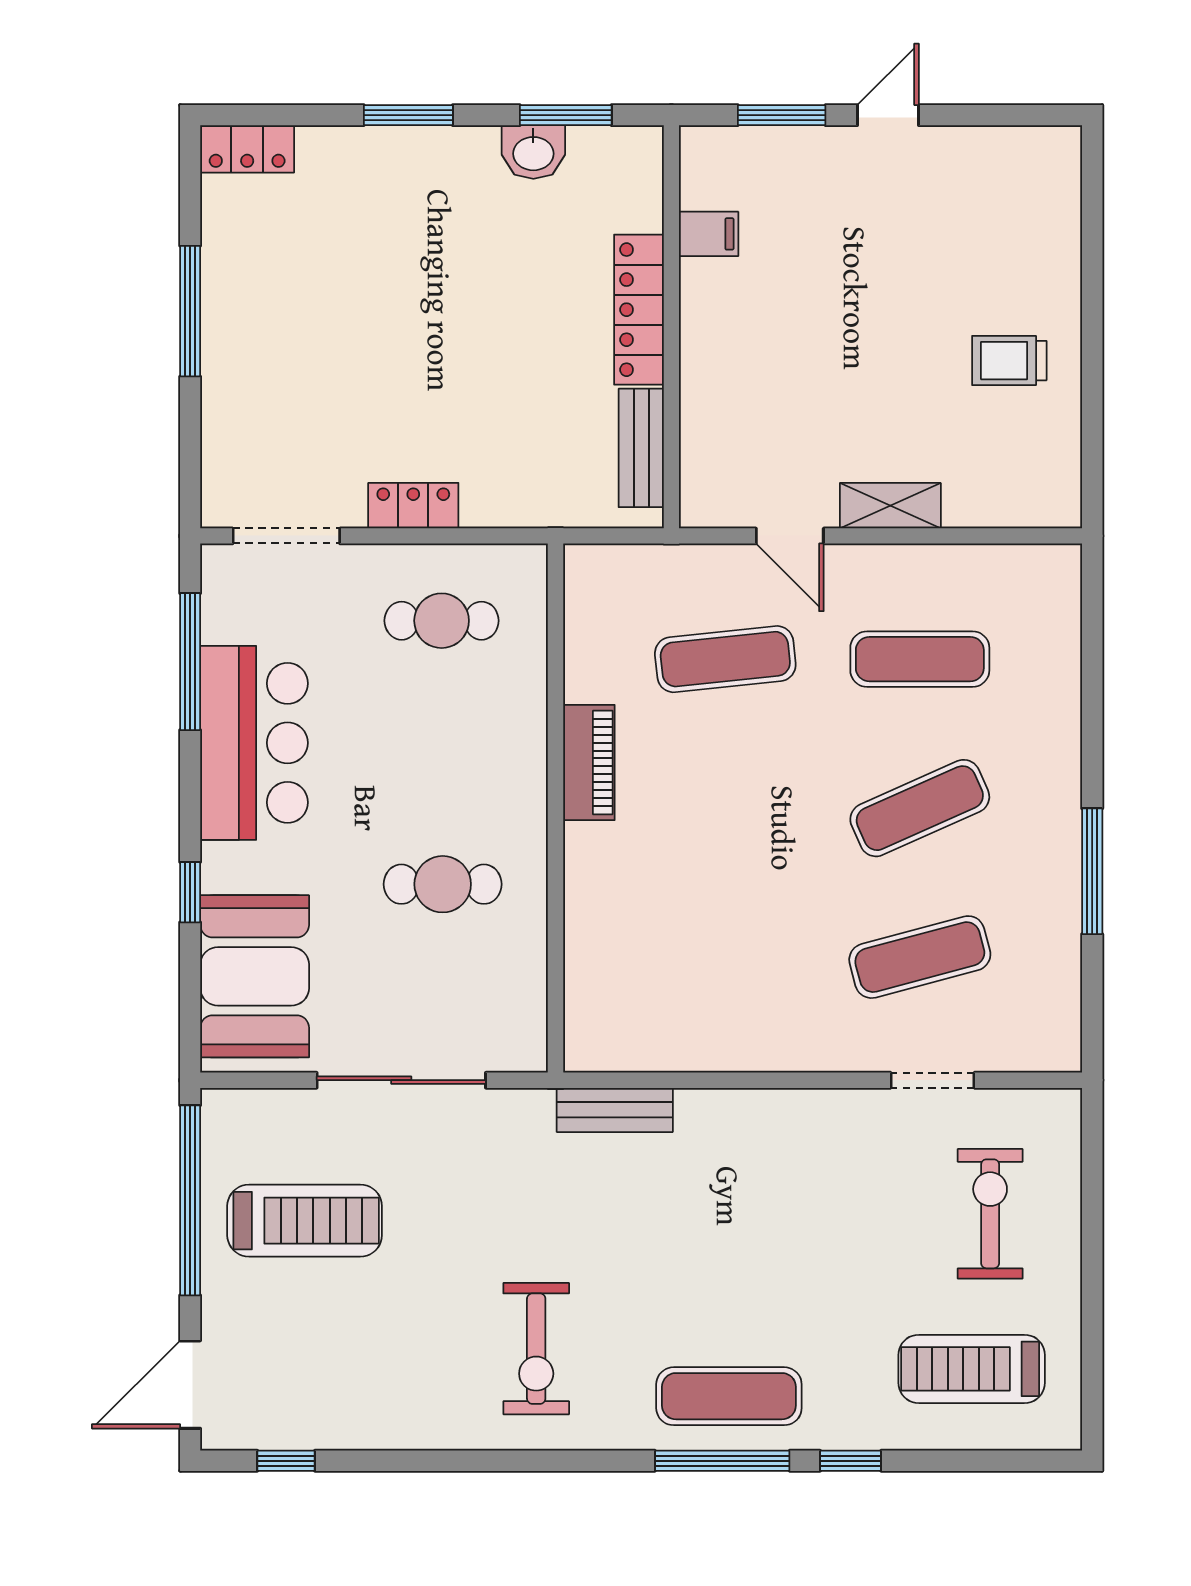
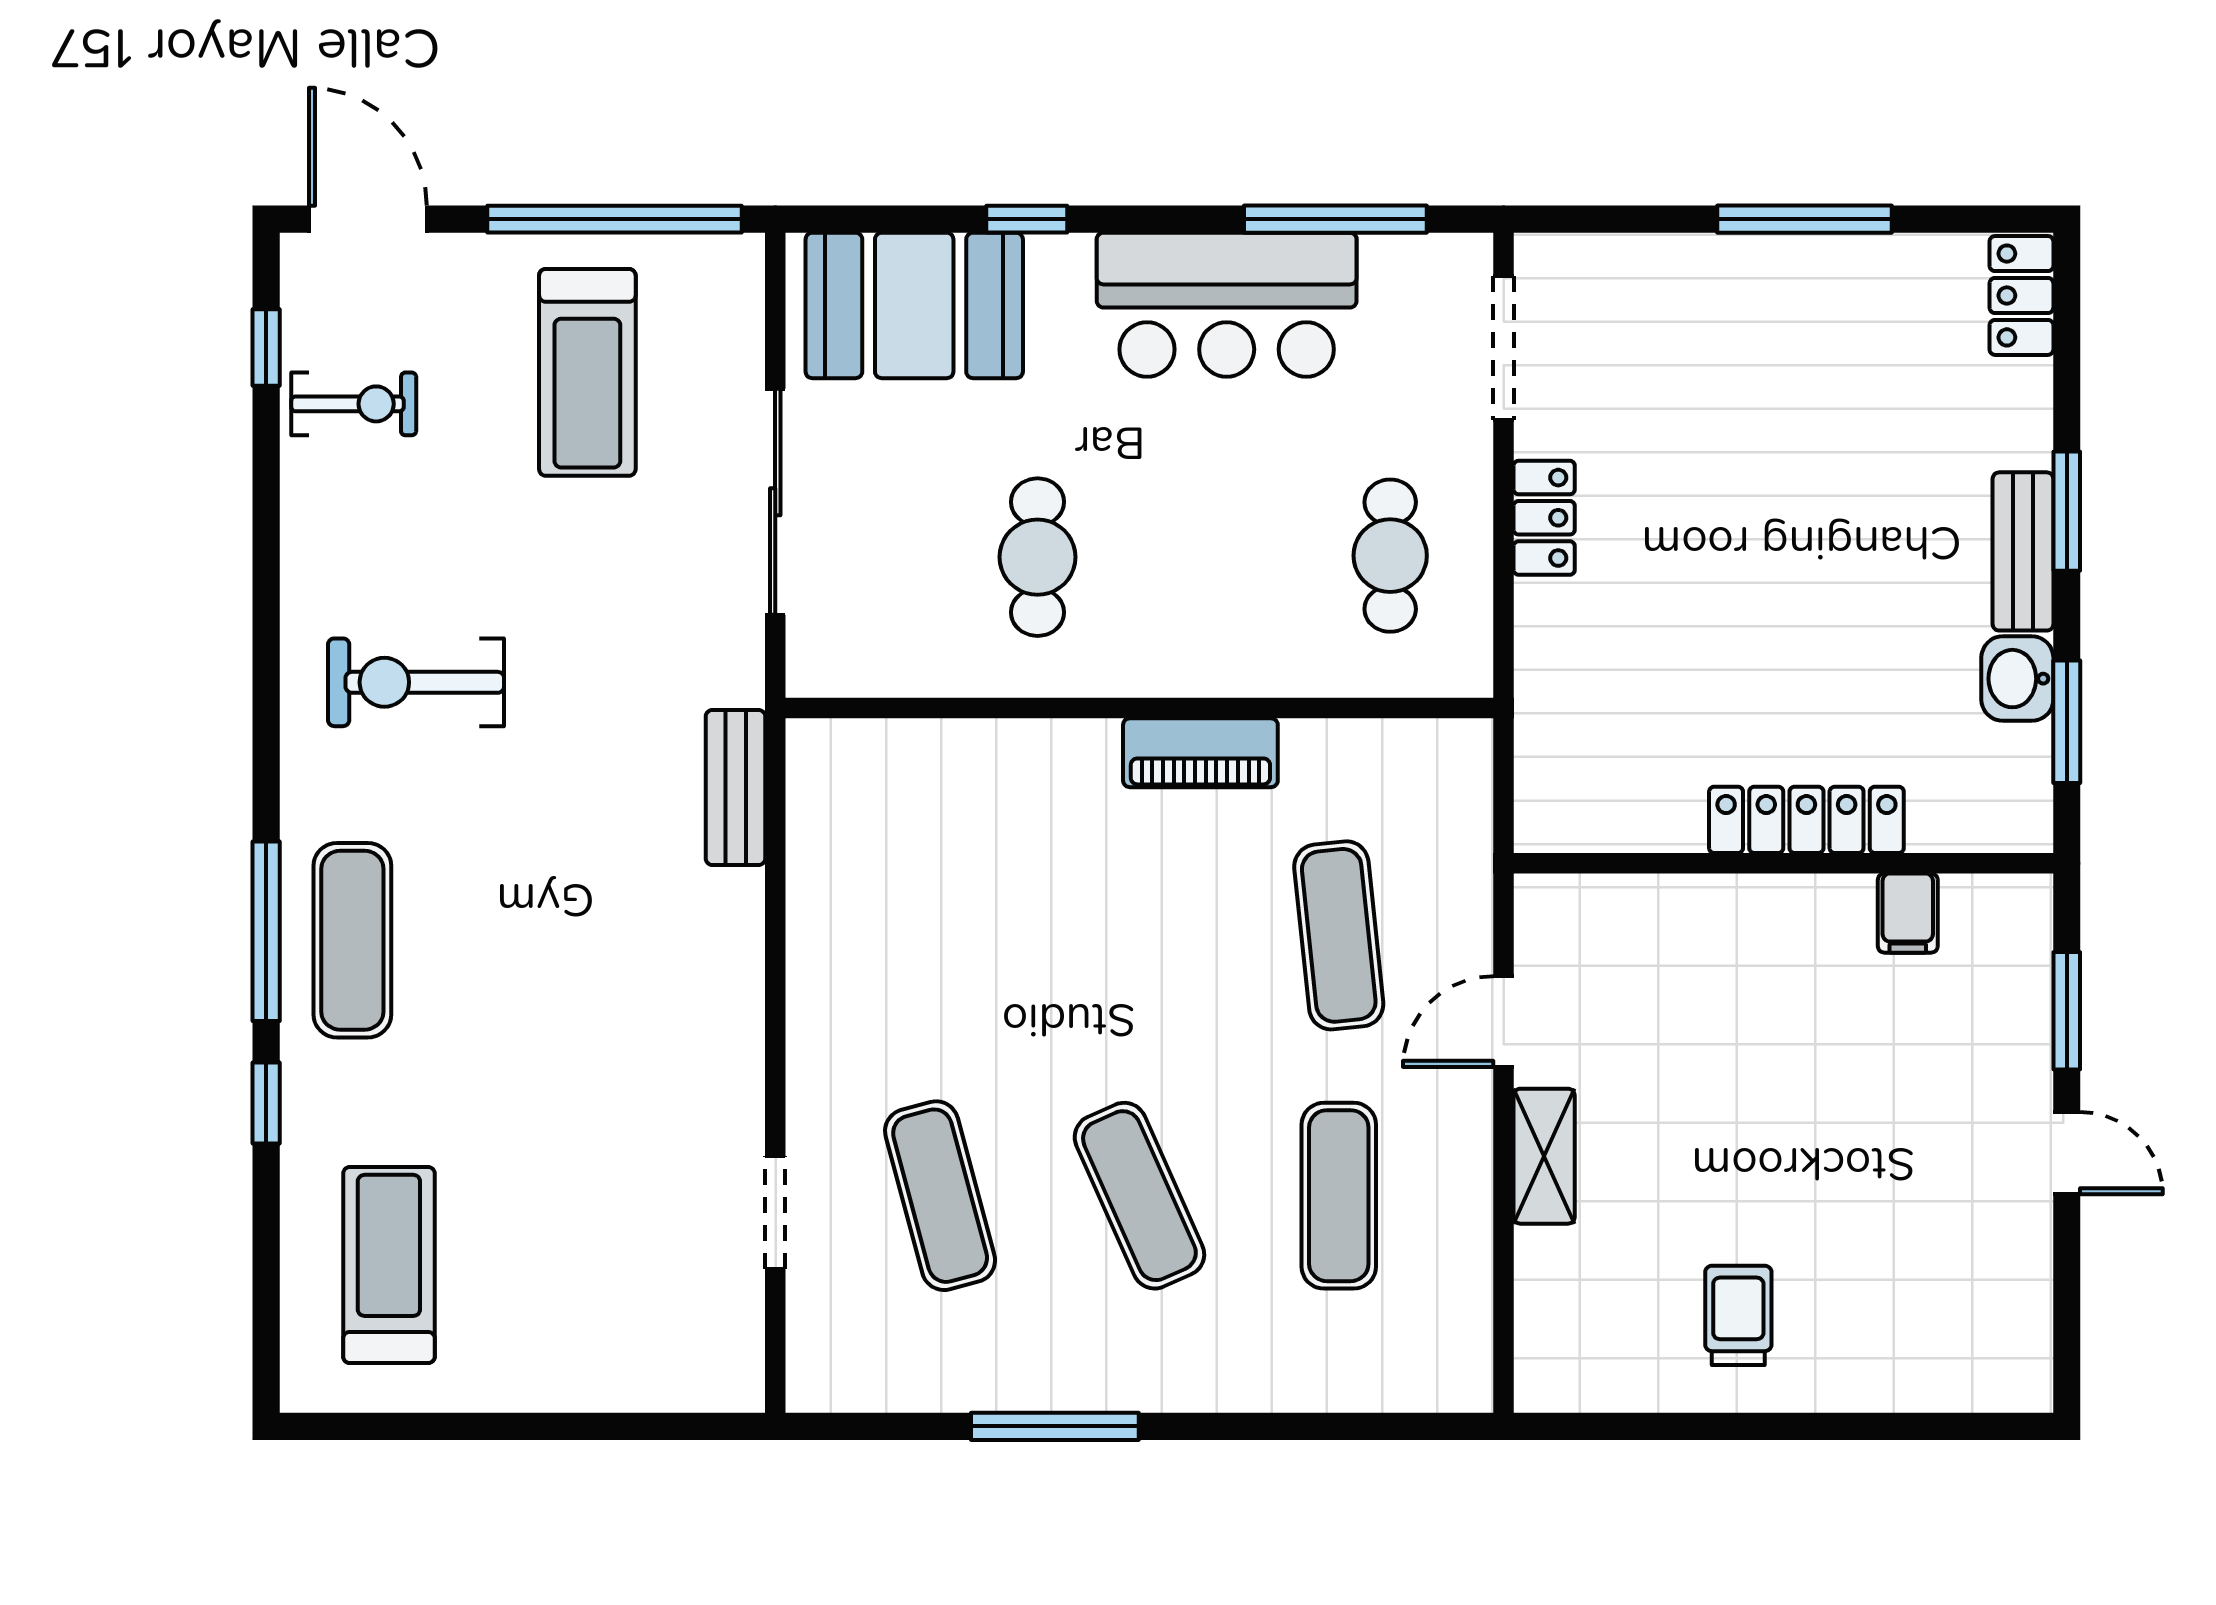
bench: (641, 448) -> (2023, 551), moved, turned 90
exercise bike: (990, 1214) -> (354, 404), moved, width x0.73, depth x0.72

